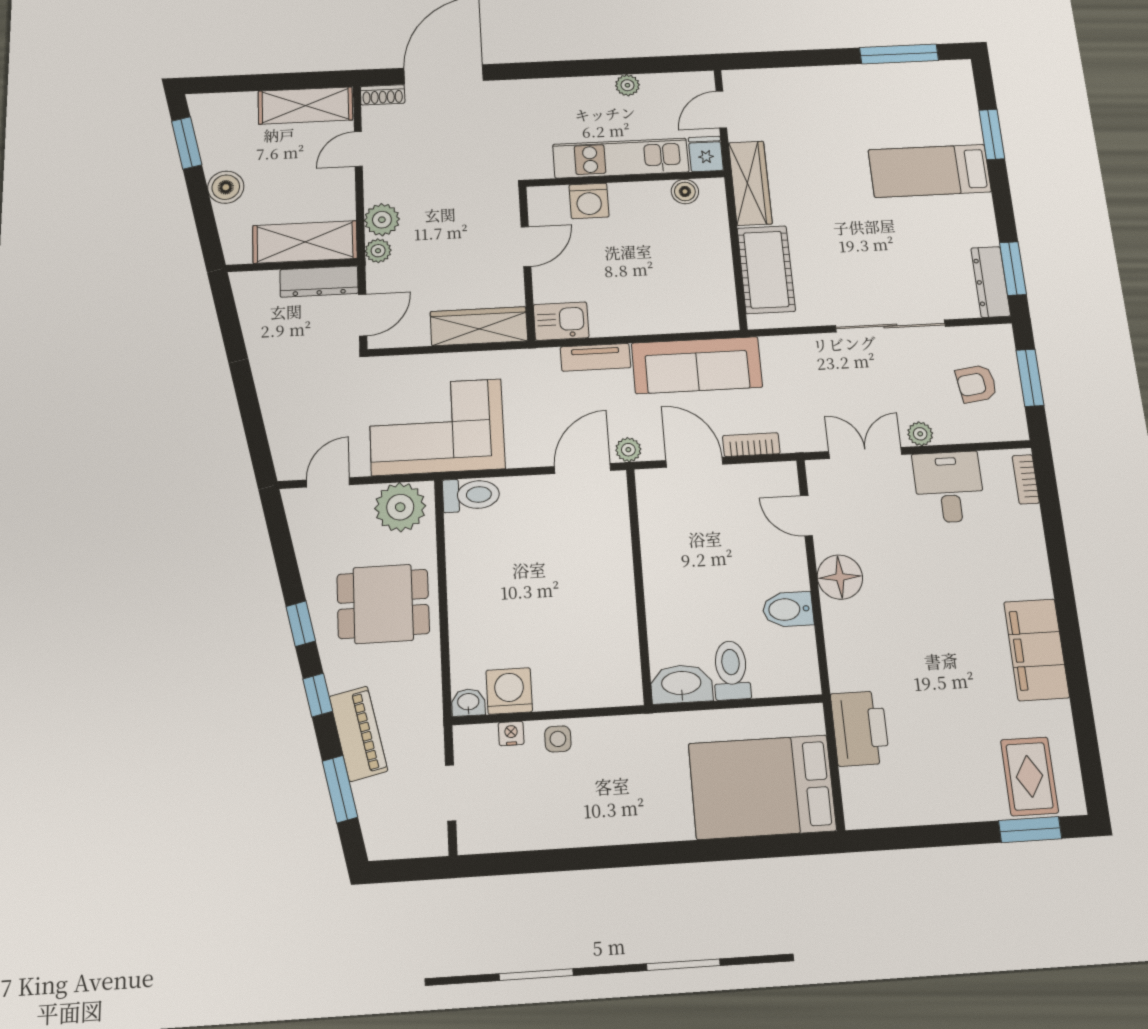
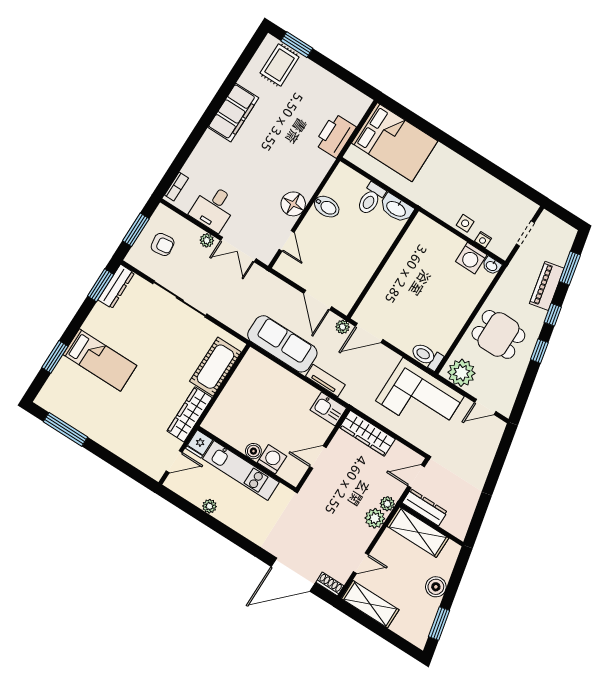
boiler: (685, 192) -> (253, 451), moved
bookcase: (751, 445) -> (286, 290), removed

